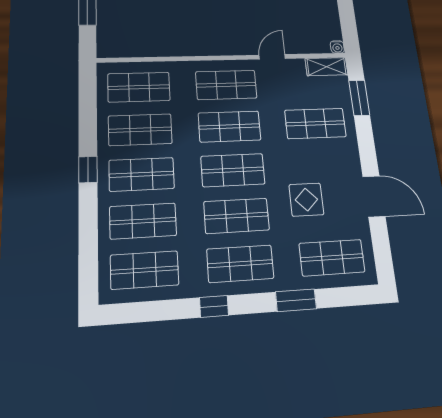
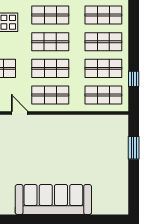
door: (272, 57) -> (20, 113), swing flipped
window: (88, 169) -> (134, 79), moved

